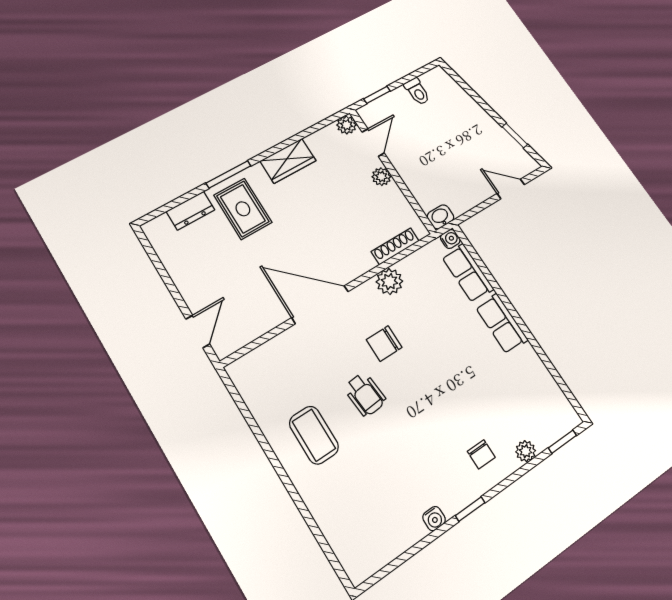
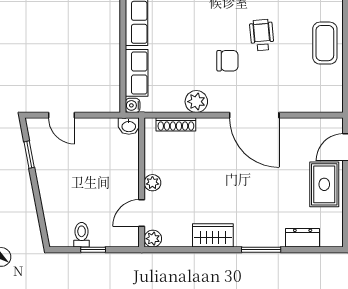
window: (377, 95) -> (93, 250), moved
rug: (243, 209) -> (324, 184), moved
coffee table: (314, 435) -> (325, 43), moved

